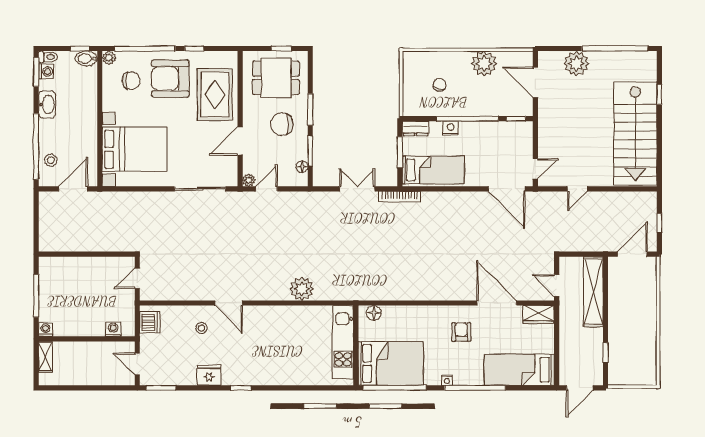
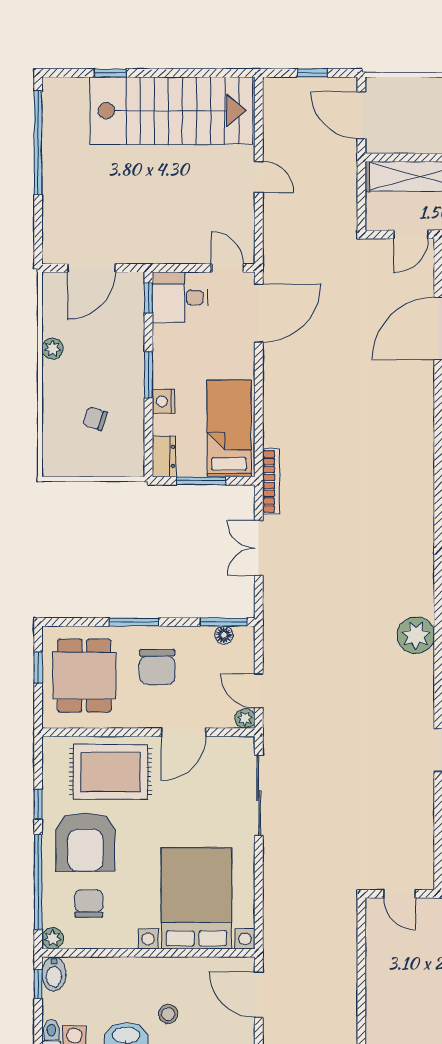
plant: (576, 63) -> (62, 203), removed
plant: (484, 64) -> (53, 349), width x0.53, depth x0.53
window: (467, 119) -> (148, 375), width x0.47
desk: (517, 139) -> (180, 297), added
door: (240, 141) -> (184, 732), hinge flipped
window: (310, 151) -> (223, 622), moved
stool: (51, 160) -> (168, 1014), moved
door: (577, 189) -> (259, 177), moved

